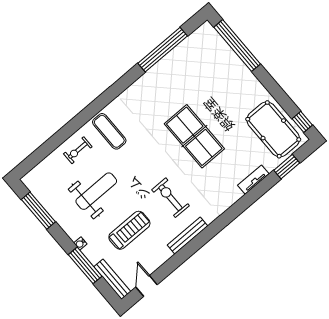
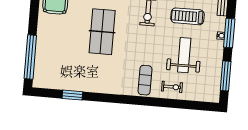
window: (163, 50) -> (72, 95), width x0.47
weight bench: (96, 191) -> (184, 55), turned 90
window: (85, 265) -> (229, 33), moved

